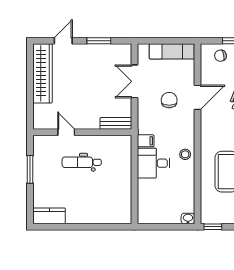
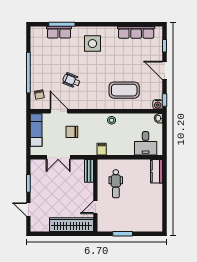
wardrobe: (43, 73) -> (72, 225), moved
door: (198, 97) -> (59, 111), moved
dental chair: (82, 162) -> (116, 184), moved
desk: (154, 163) -> (146, 143), moved
kitchen counter: (49, 216) -> (157, 171), moved
water cooler: (207, 217) -> (158, 104), added

